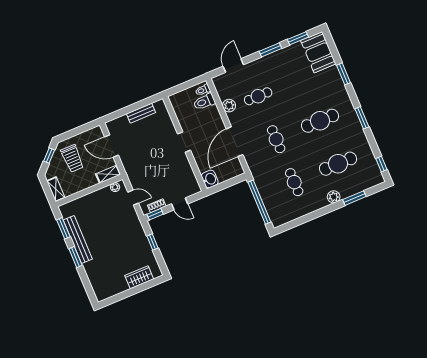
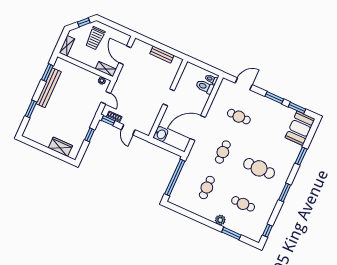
plant: (229, 106) -> (217, 104), removed
cafe table: (338, 164) -> (243, 204), width x0.73, depth x0.74
window: (76, 257) -> (31, 109), moved

